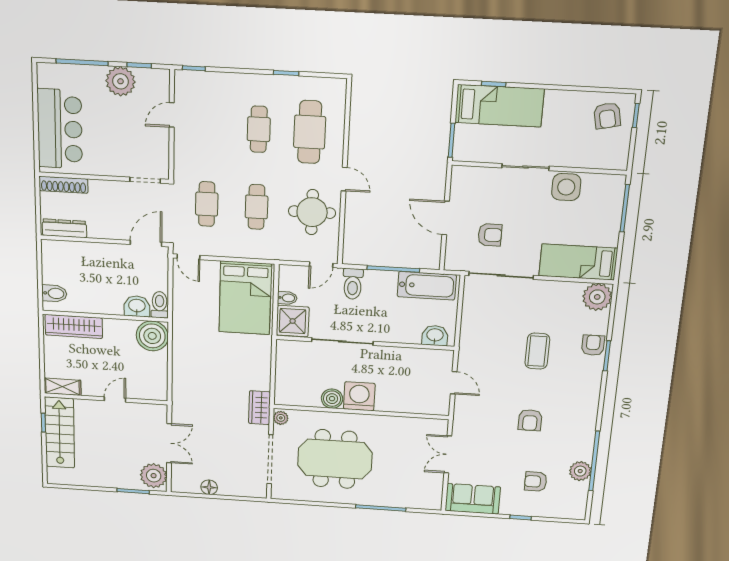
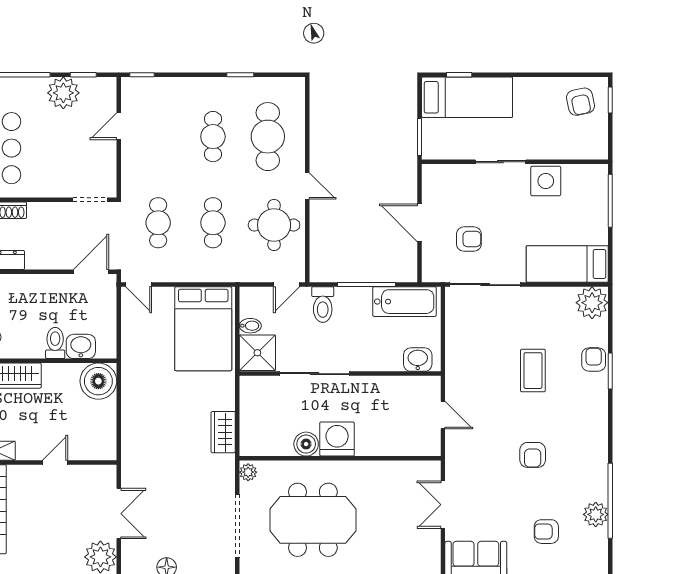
toilet: (160, 305) -> (55, 343), moved
wardrobe: (260, 408) -> (223, 432), moved

